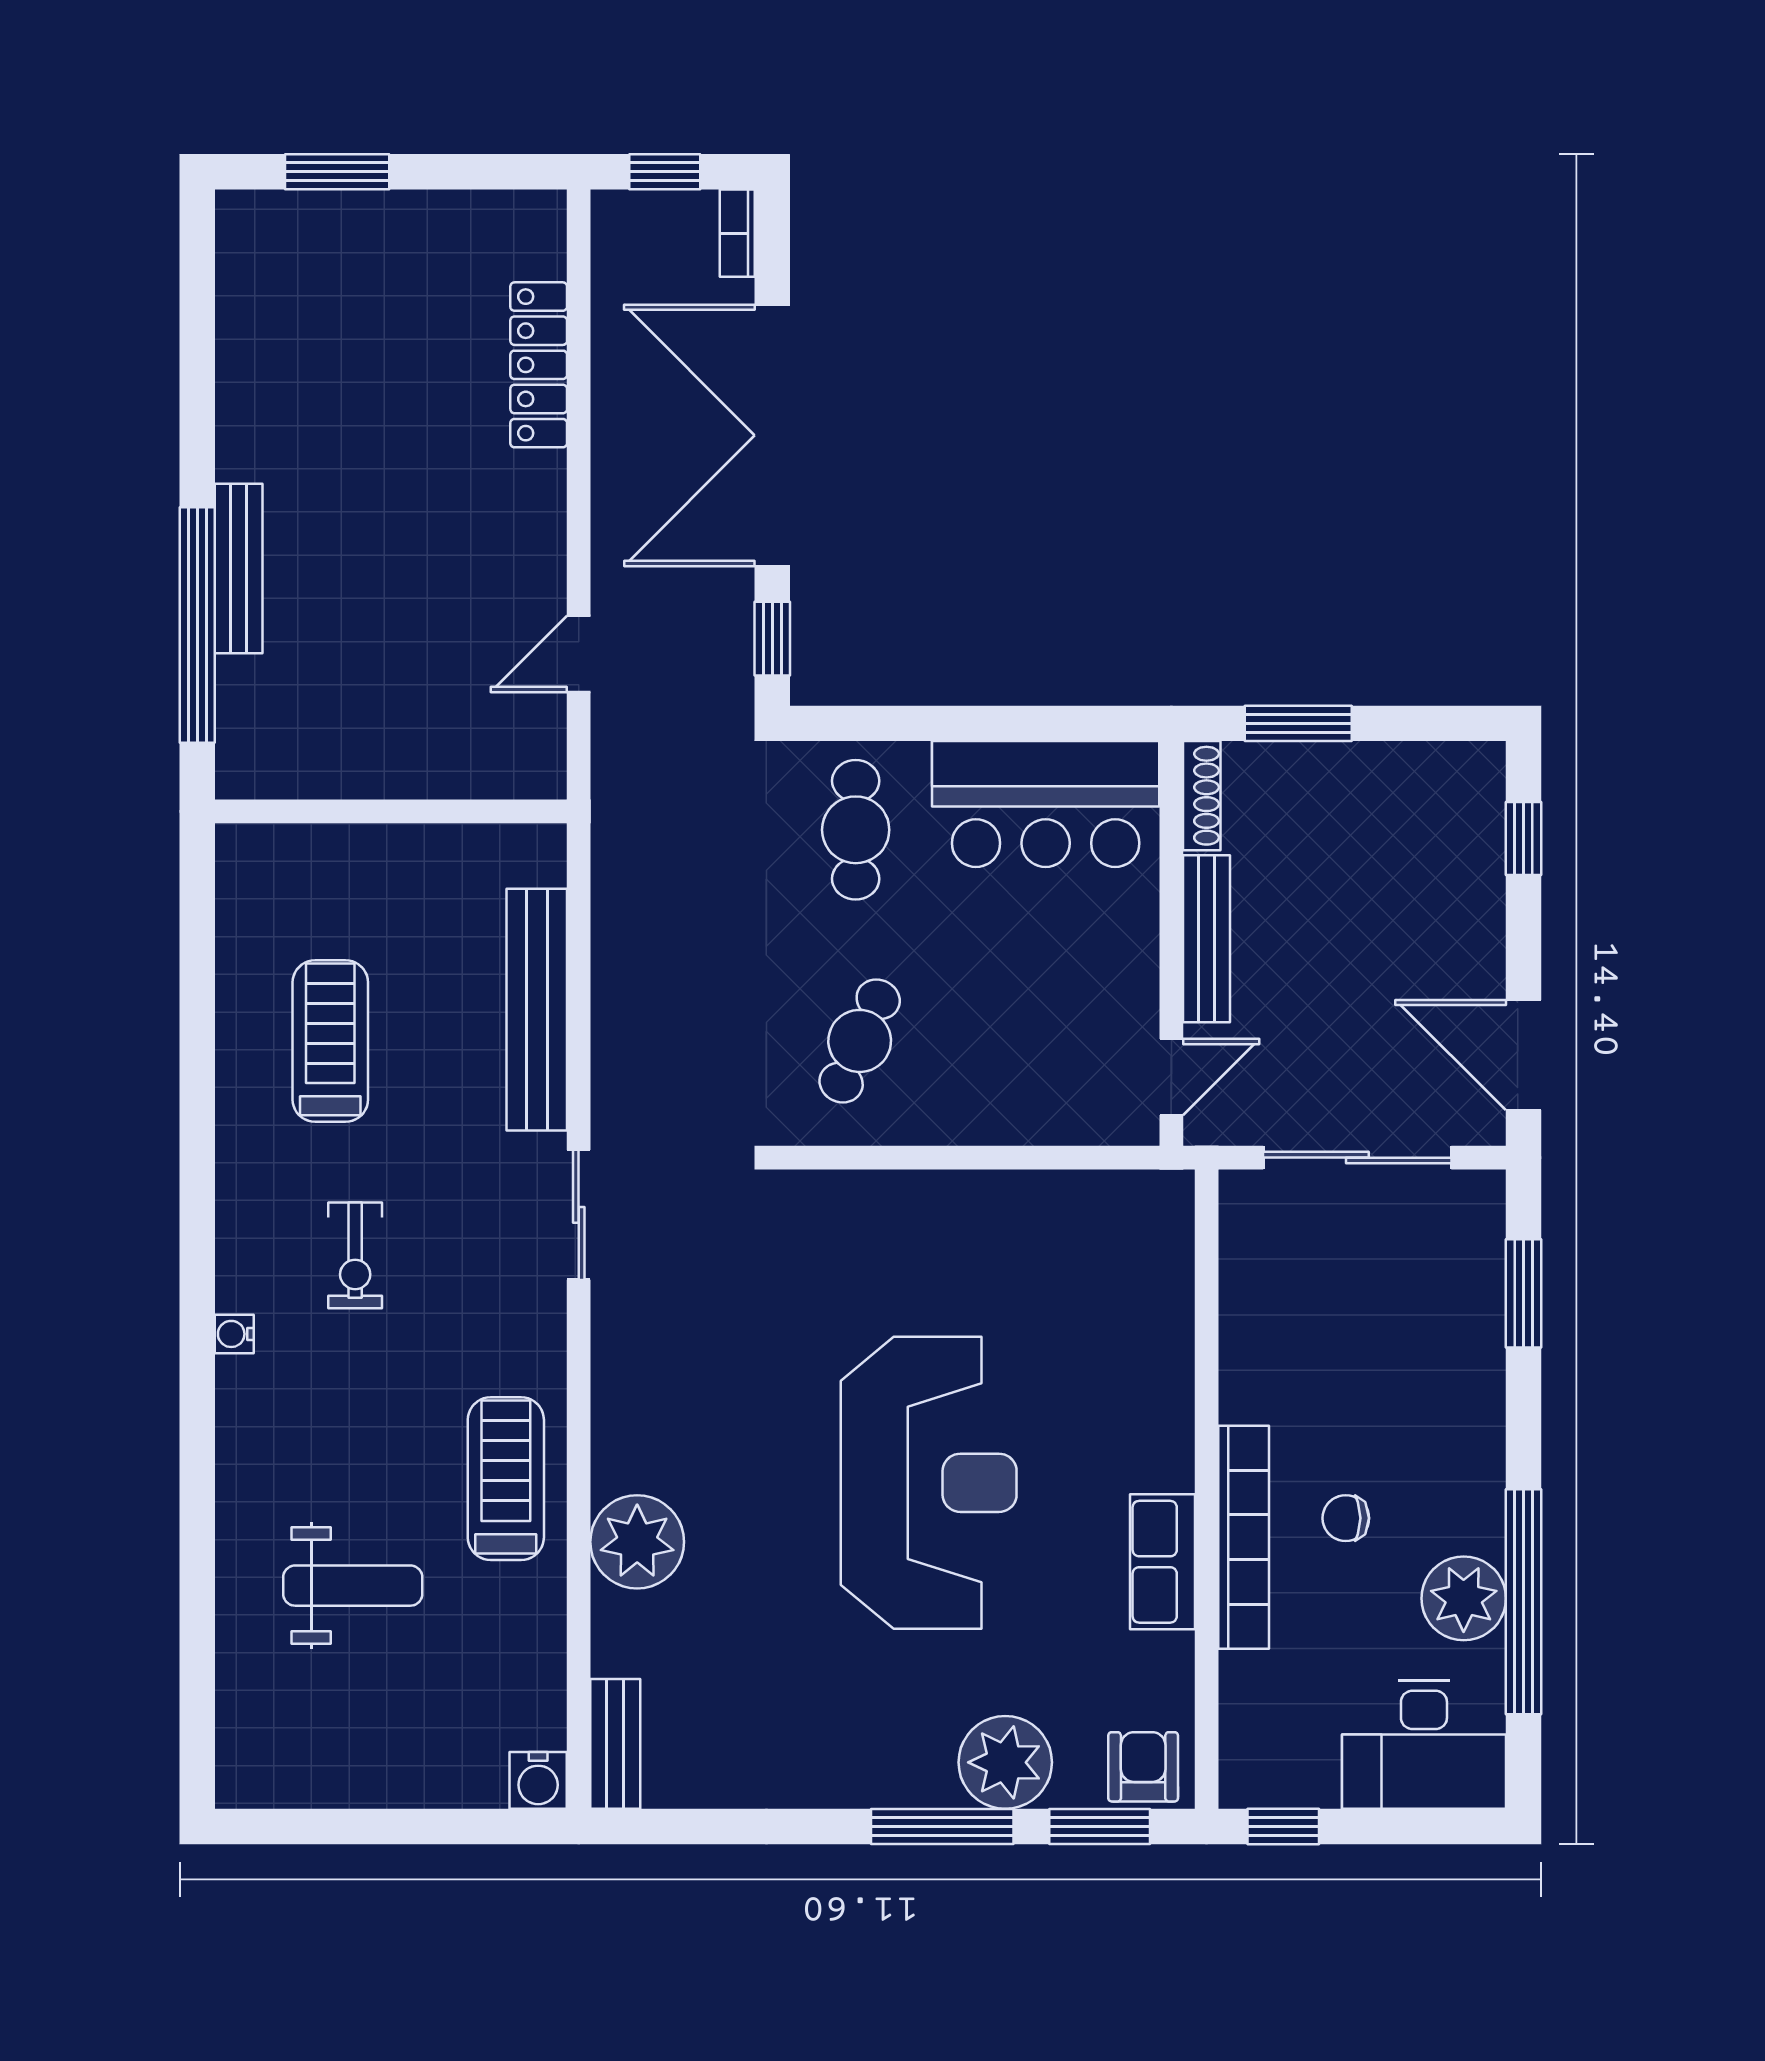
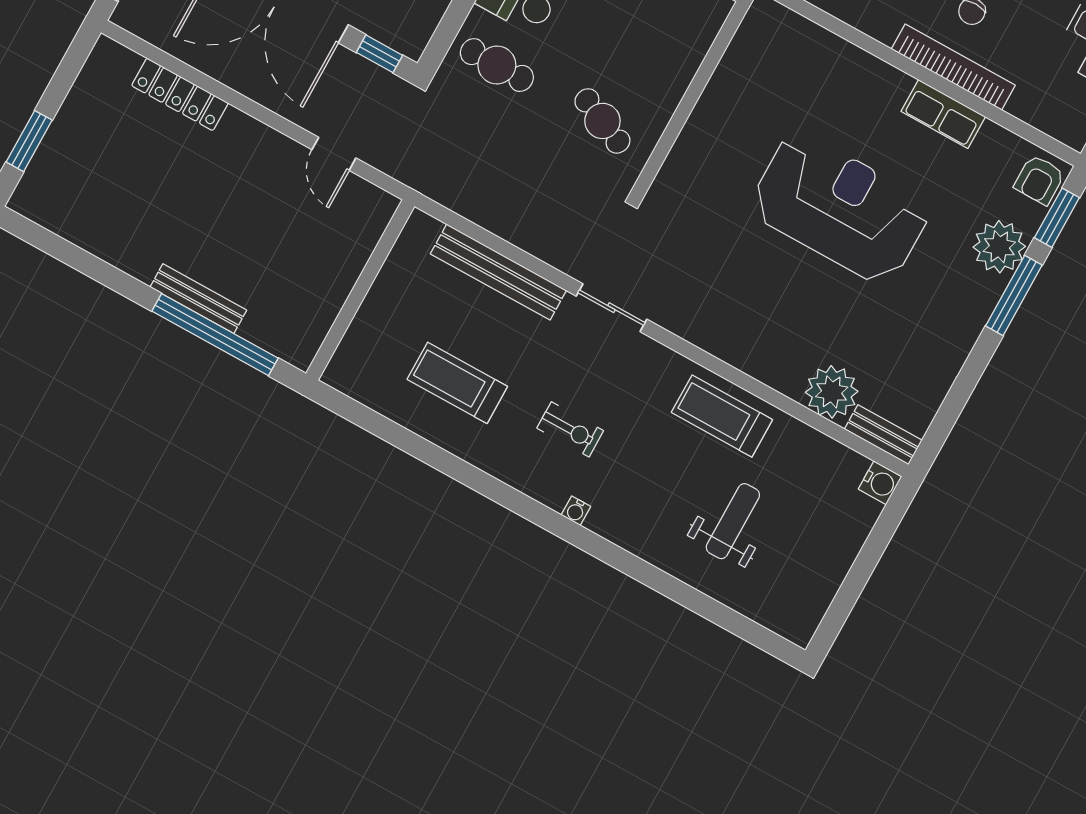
plant: (637, 1542) -> (832, 392), moved
armchair: (1143, 1767) -> (1039, 180), turned -90

